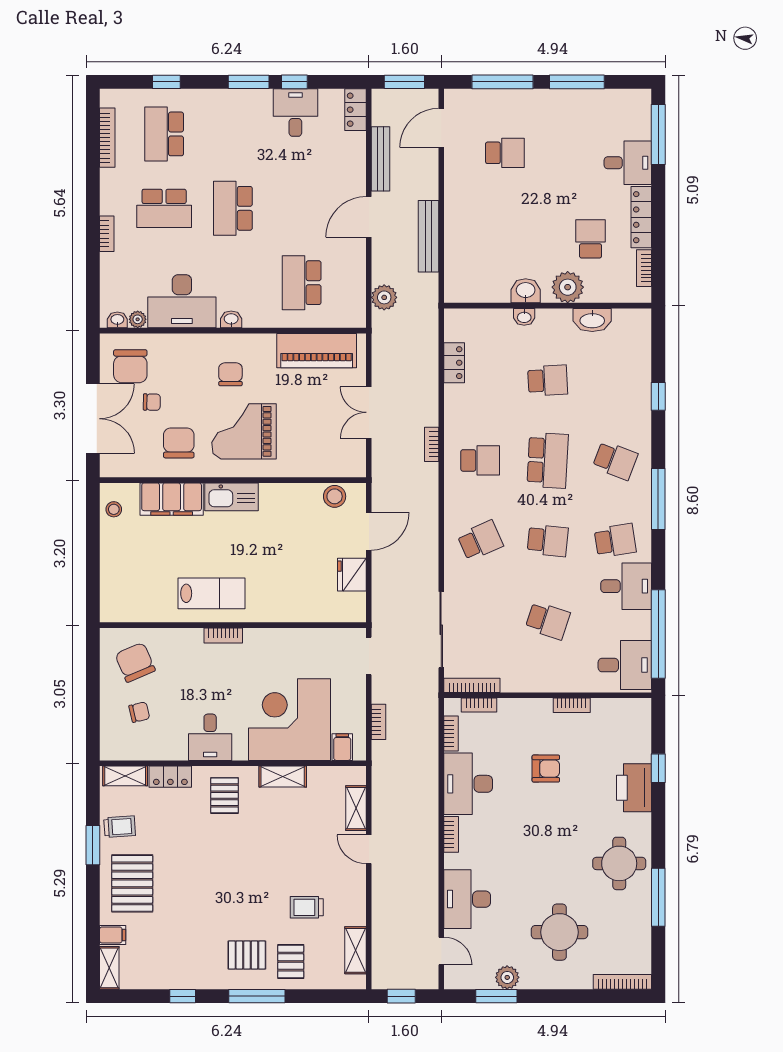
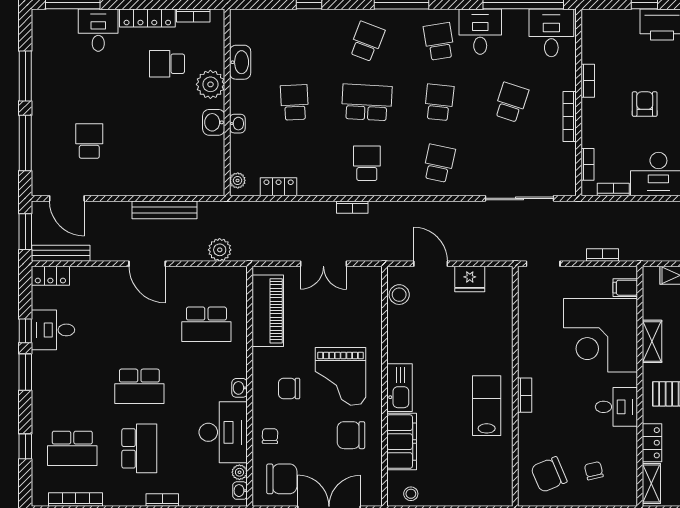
bench: (380, 159) -> (61, 253), moved
plant: (461, 317) -> (238, 180), added
chair: (152, 402) -> (270, 436), moved
school desk: (480, 541) -> (439, 163), turned 36
bookcase: (472, 685) -> (570, 117), moved

